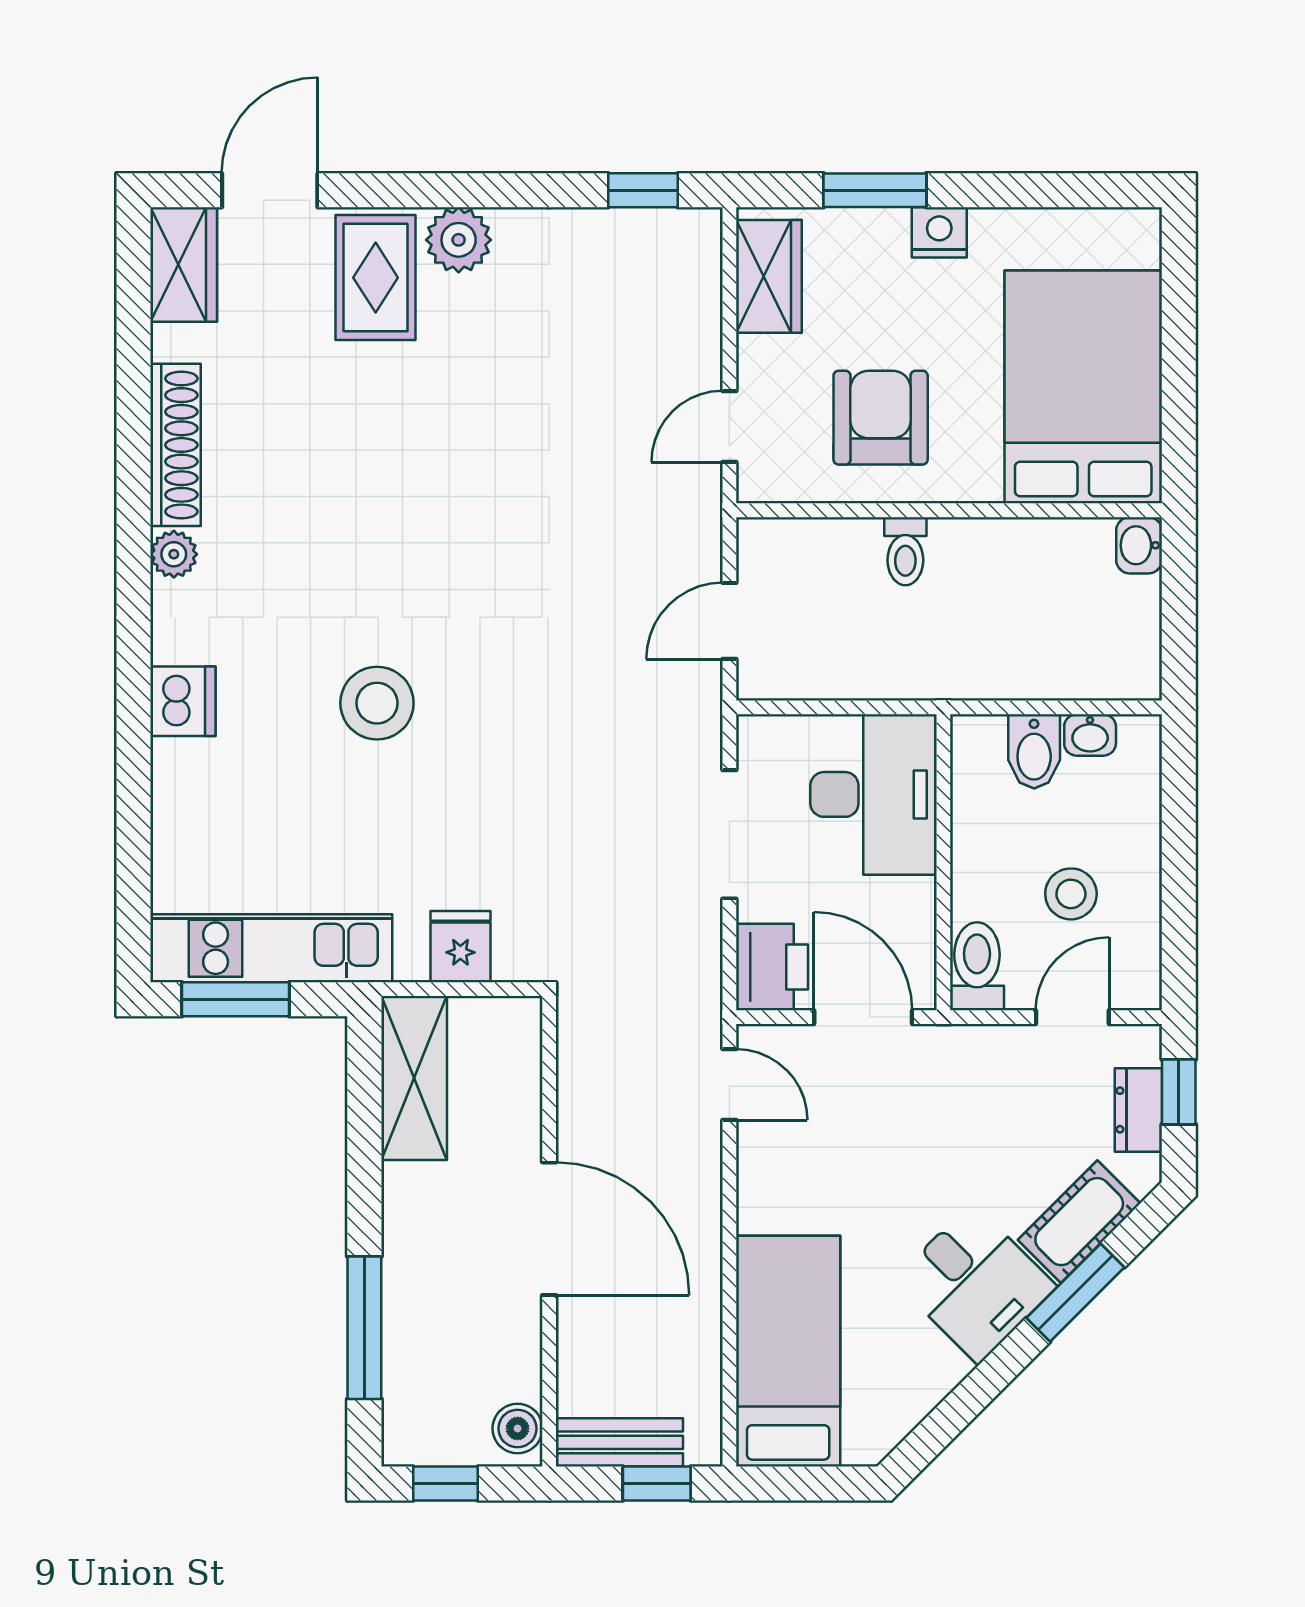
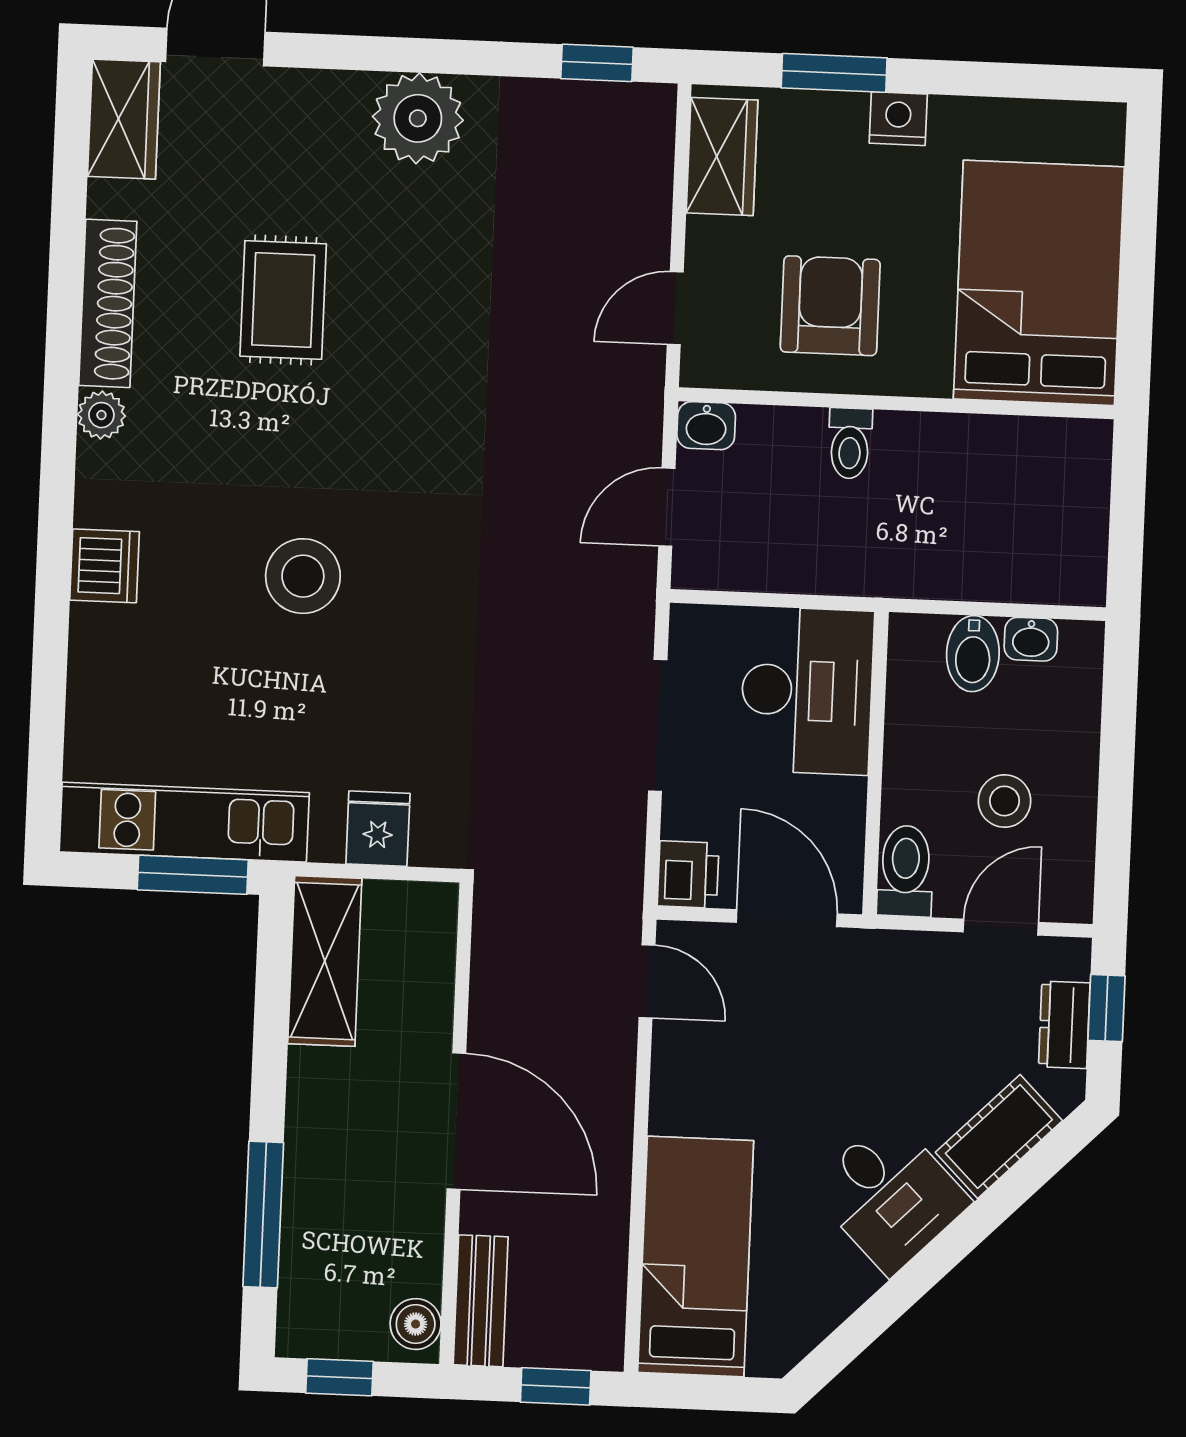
plant: (459, 240) -> (418, 118), width x1.36, depth x1.36
rug: (376, 278) -> (283, 300), moved
washbasin: (1139, 545) -> (706, 426), moved, turned -90
printer: (772, 967) -> (688, 874), width x0.73, depth x0.81
window: (236, 999) -> (193, 875), moved
window: (1075, 1293) -> (992, 1209), removed
bench: (619, 1442) -> (481, 1301), moved, turned 90

